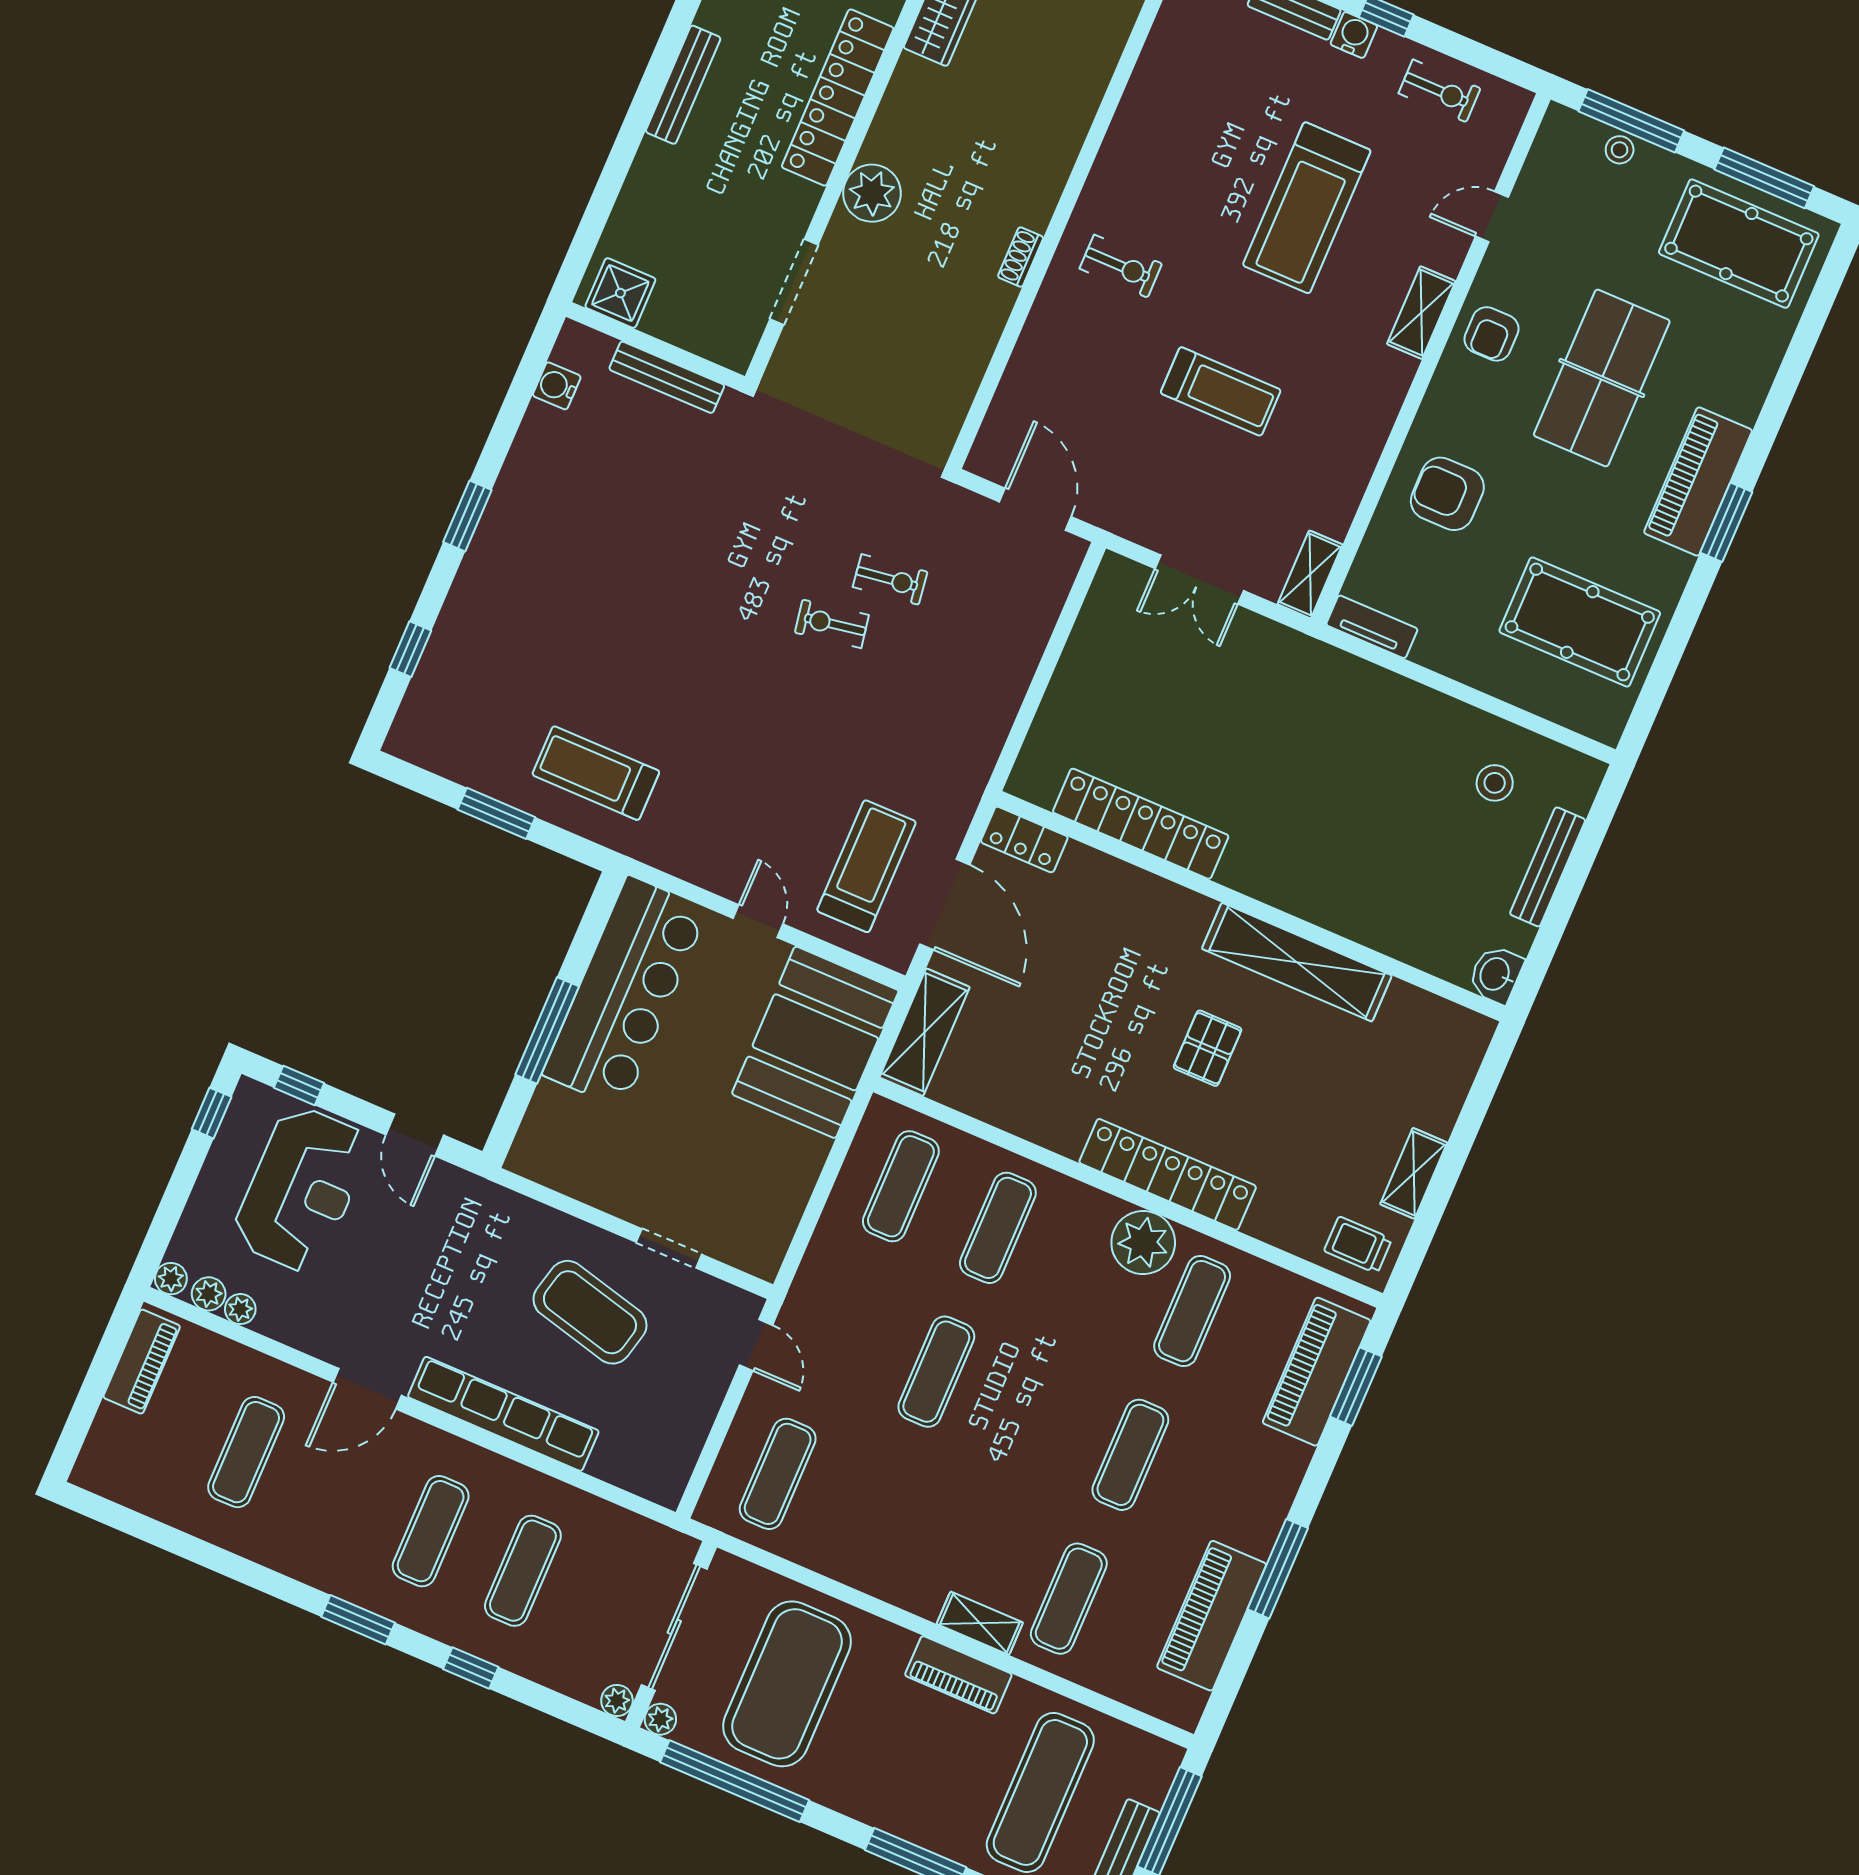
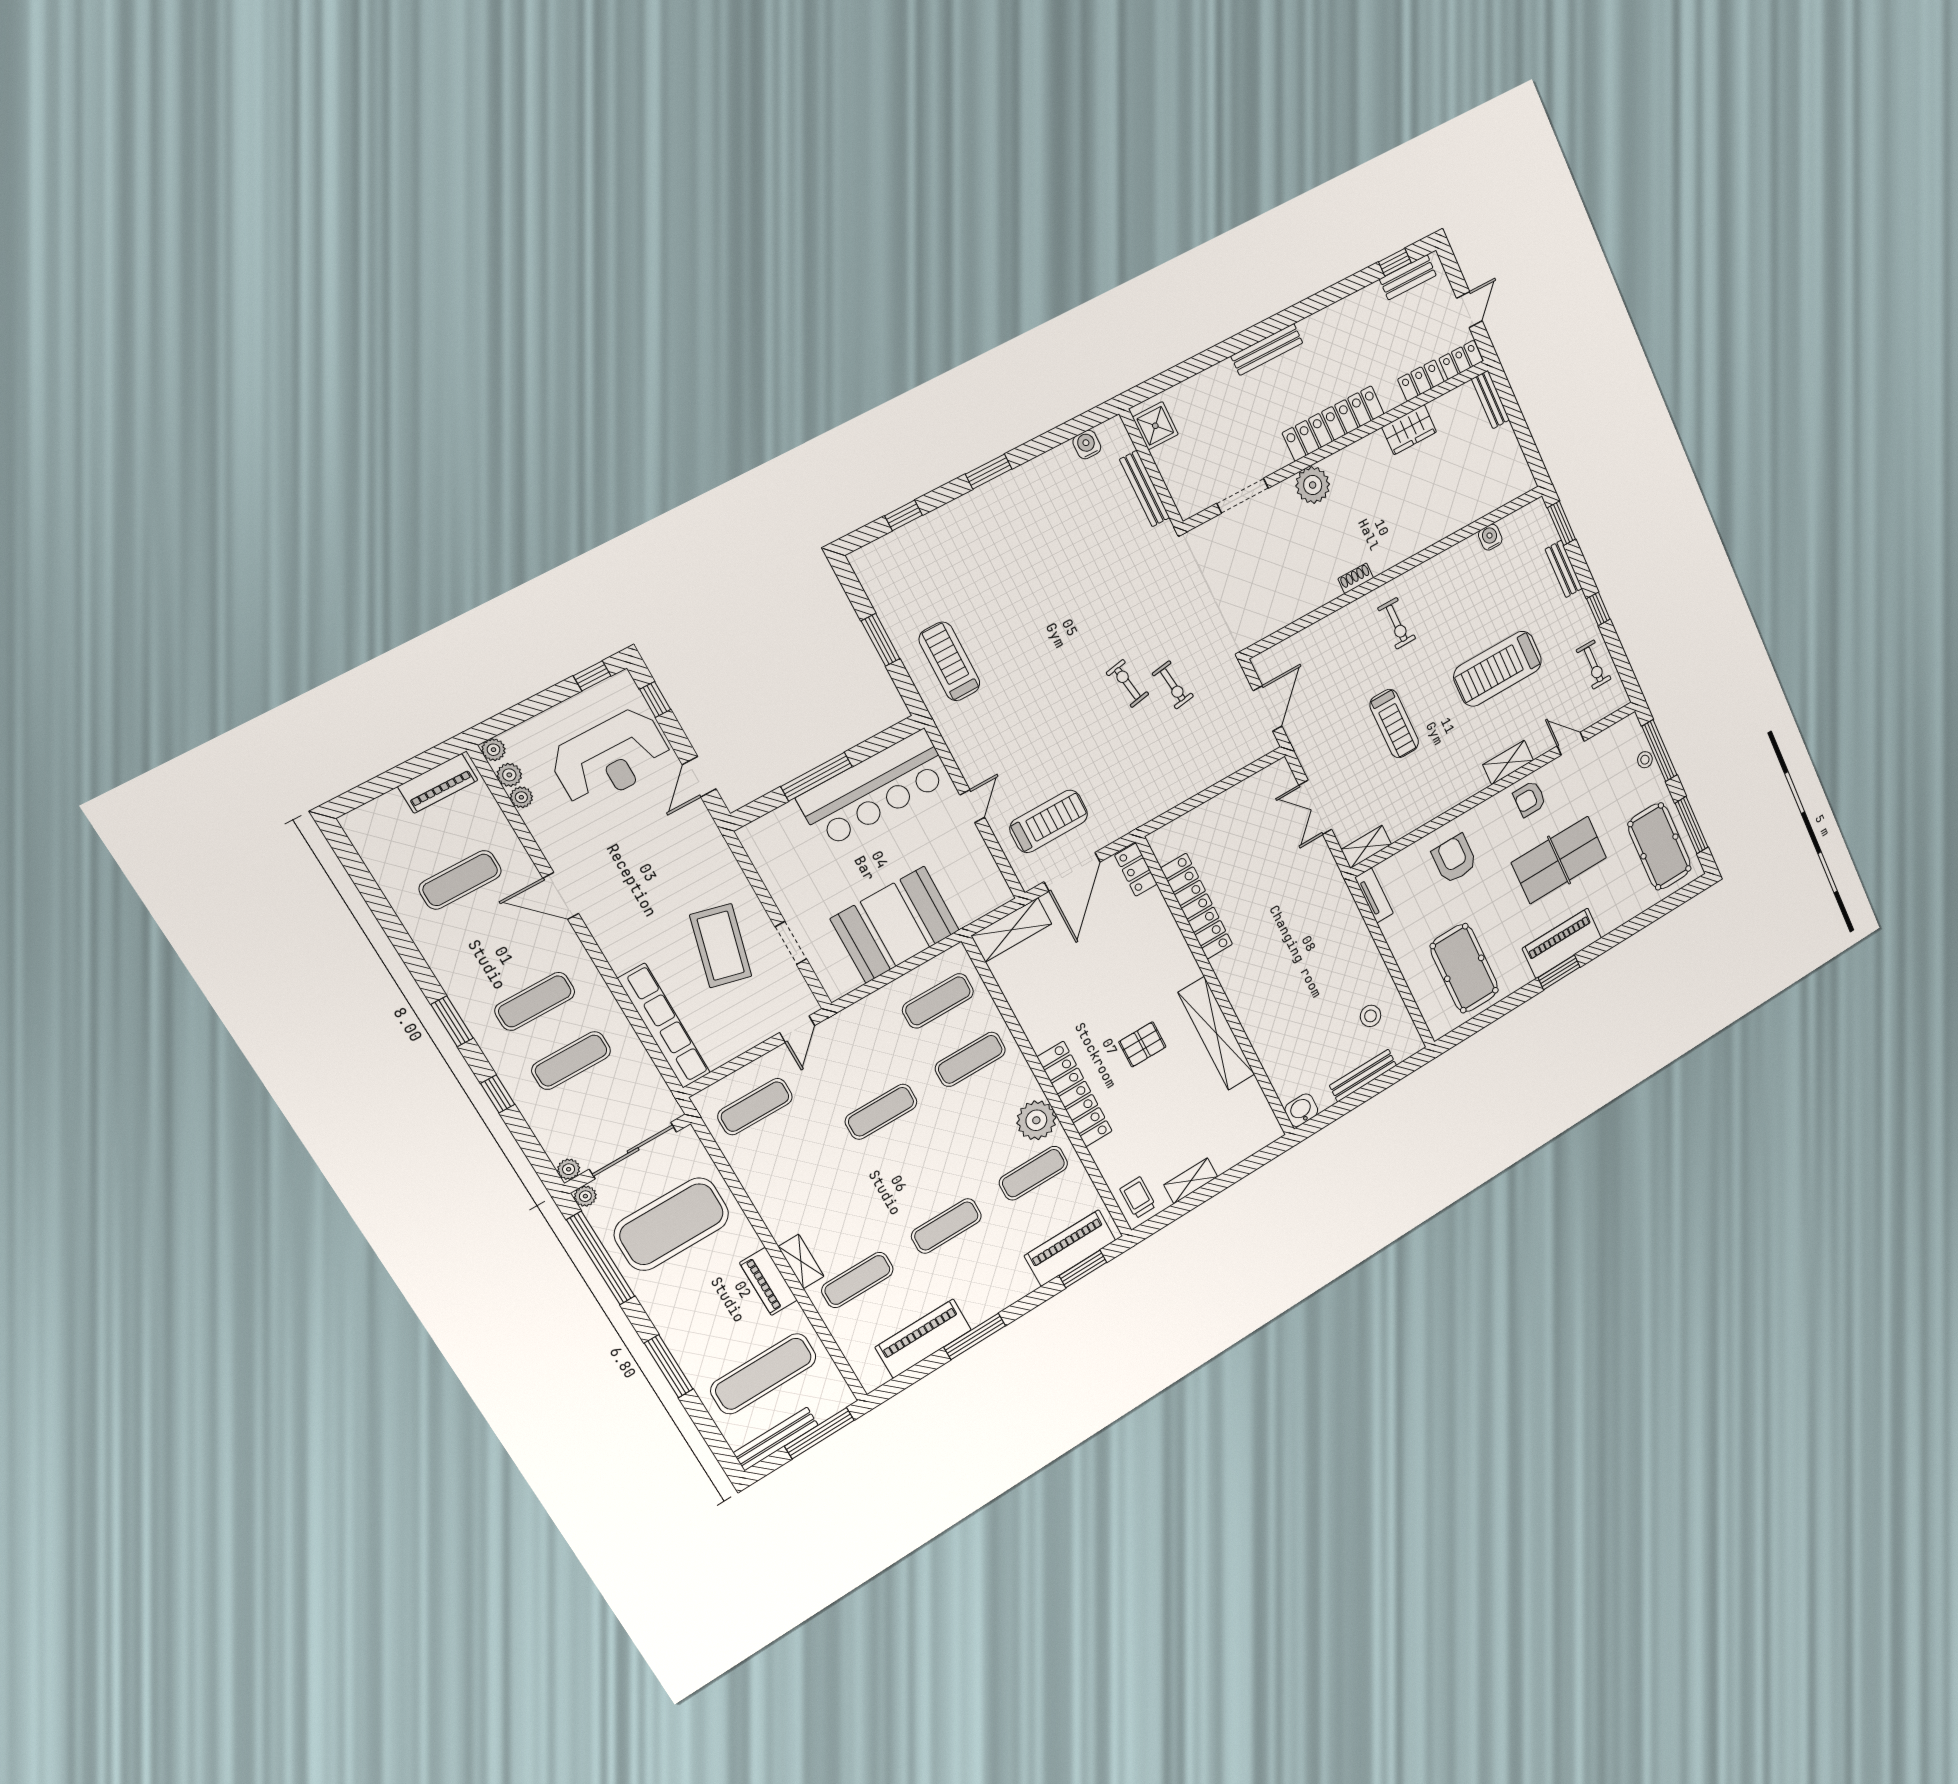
water cooler: (1354, 35) -> (1490, 537), moved, turned -90
booth: (815, 1042) -> (895, 925), moved
row of seats: (503, 1414) -> (664, 1026), moved

